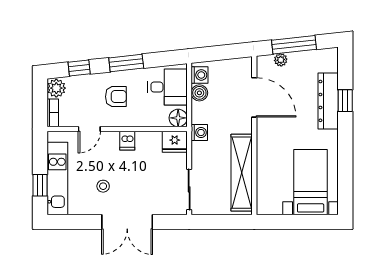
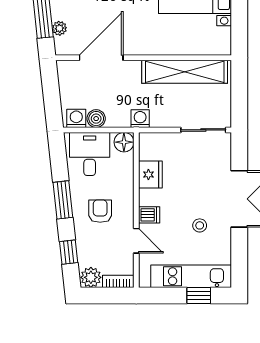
dishwasher: (127, 141) -> (149, 215), moved
fridge: (175, 142) -> (150, 175), moved

